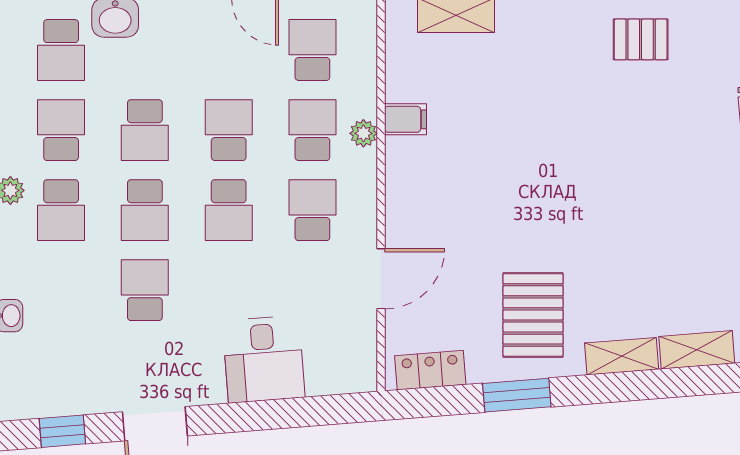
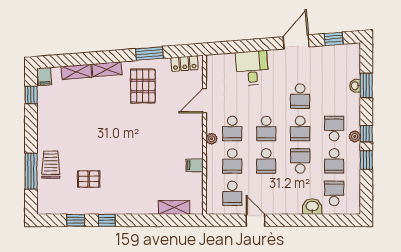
pallet: (641, 39) -> (89, 179), moved
plant: (363, 133) -> (212, 139), moved
school desk: (145, 210) -> (300, 128), turned 180
school desk: (229, 210) -> (266, 128), turned 180

